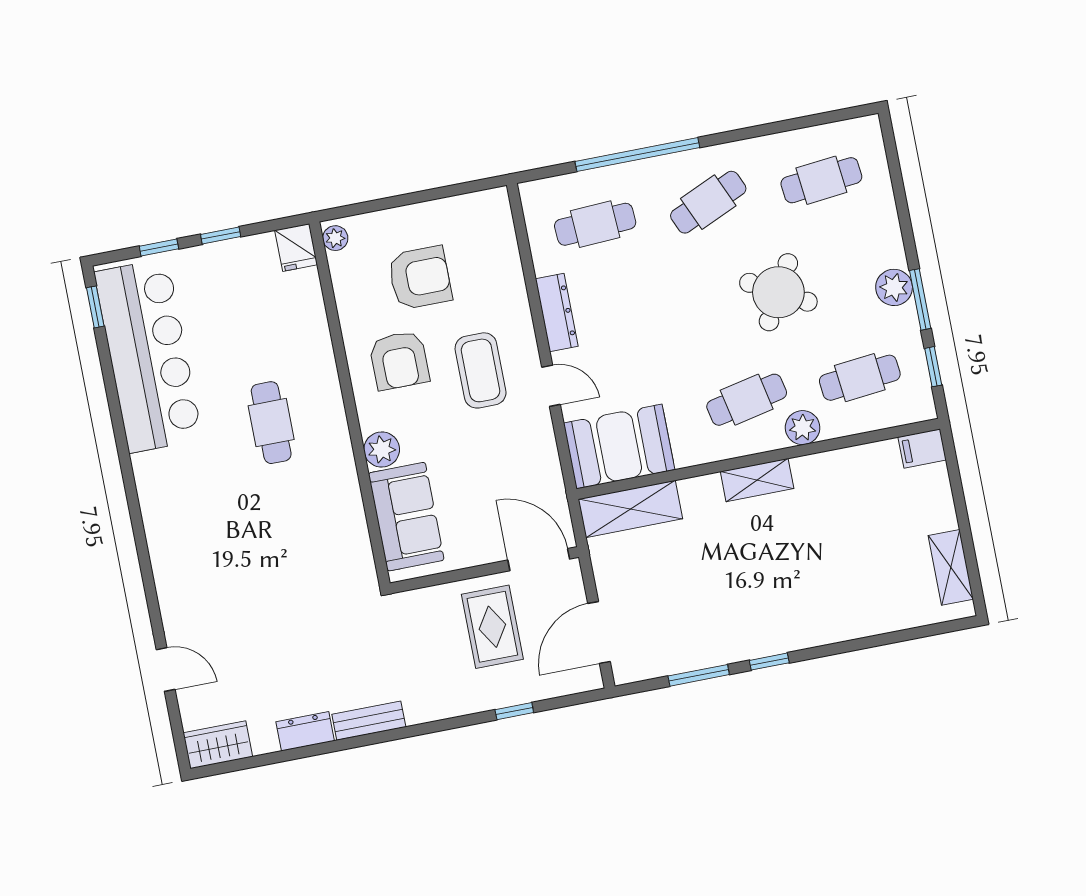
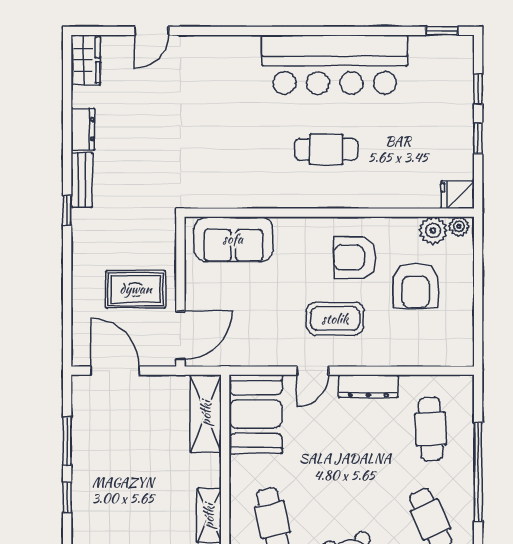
bar counter: (148, 356) -> (335, 65), moved
plant: (382, 450) -> (433, 231), moved
window: (514, 711) -> (67, 210), moved

